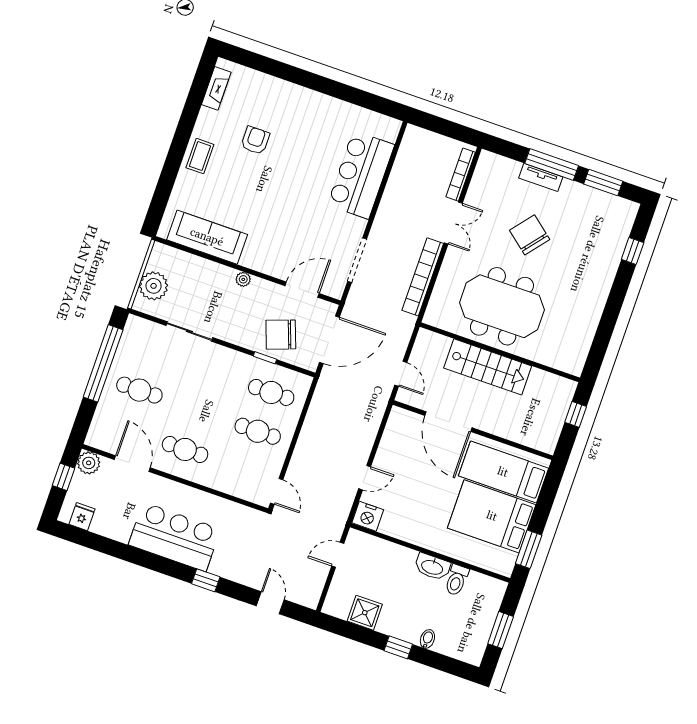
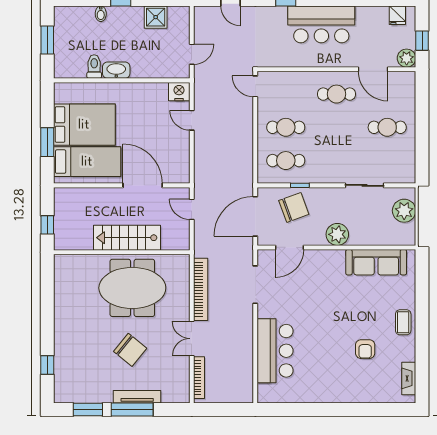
tv unit: (541, 177) -> (137, 397), width x1.41
plant: (243, 279) -> (337, 234), width x1.88, depth x1.88
window: (103, 363) -> (422, 138), removed
door: (365, 478) -> (192, 120), hinge flipped
window: (529, 549) -> (47, 142), moved

